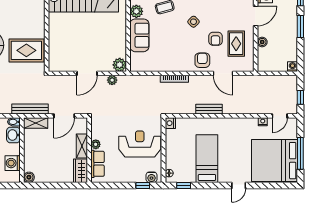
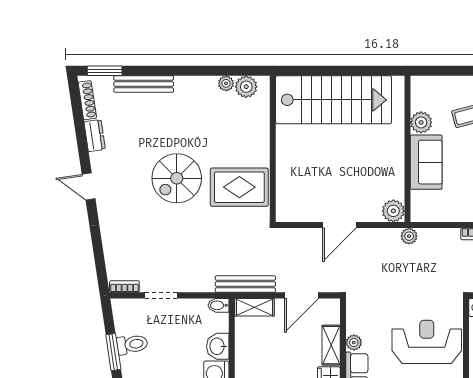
plant: (112, 80) -> (409, 236), moved
washbasin: (13, 135) -> (218, 346), moved

